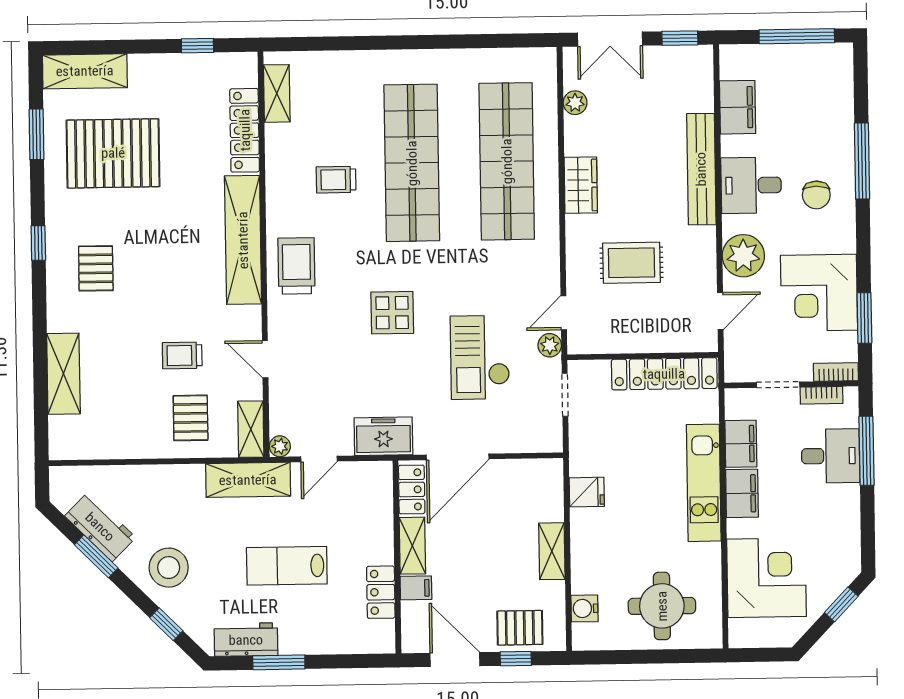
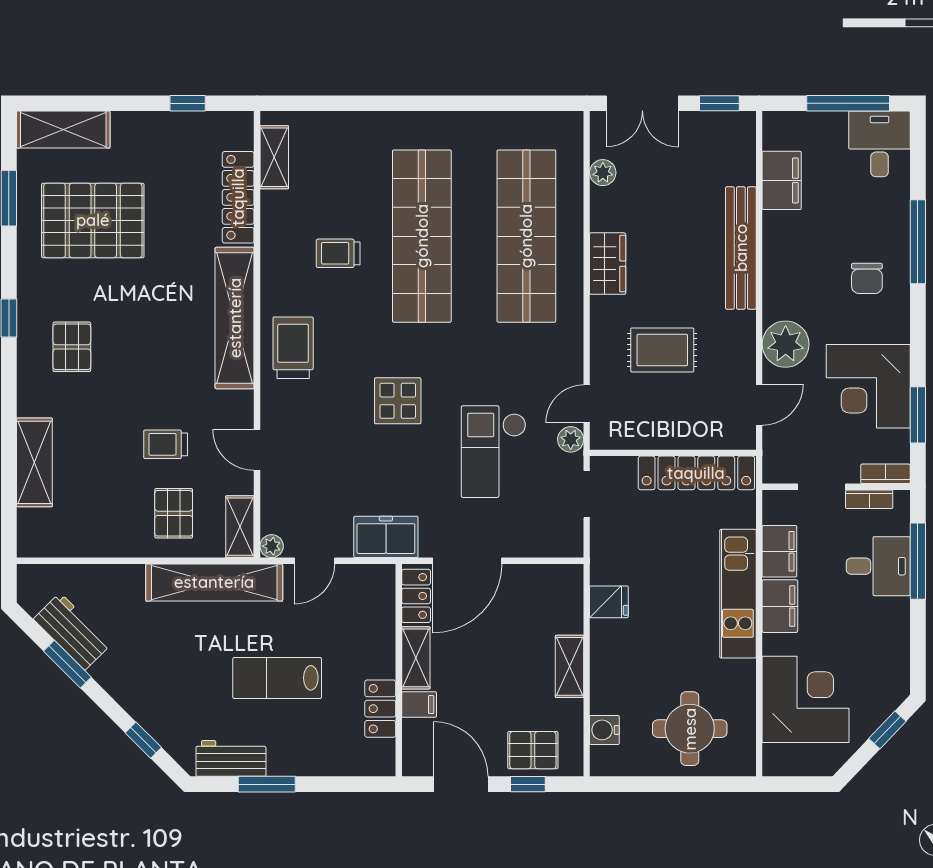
desk: (751, 185) -> (880, 144), moved, turned 90
shelving: (248, 480) -> (214, 582), width x1.47
stool: (169, 568) -> (147, 678), removed

